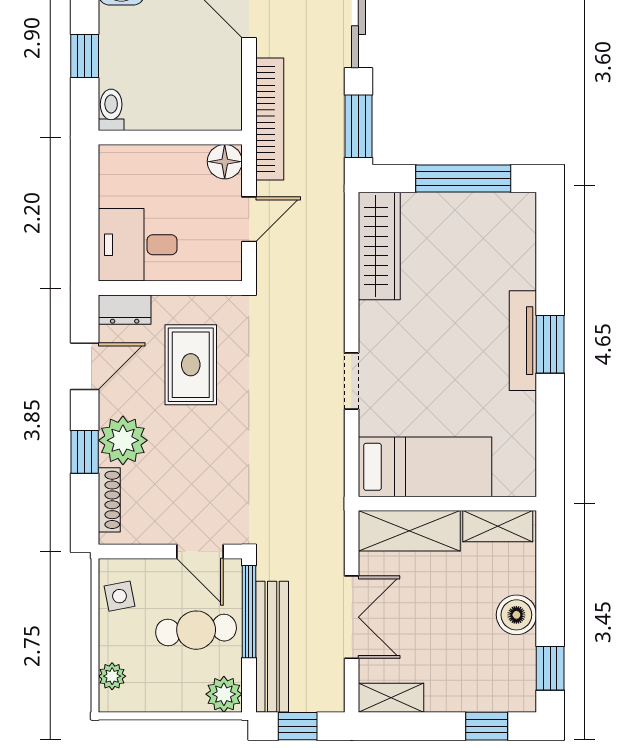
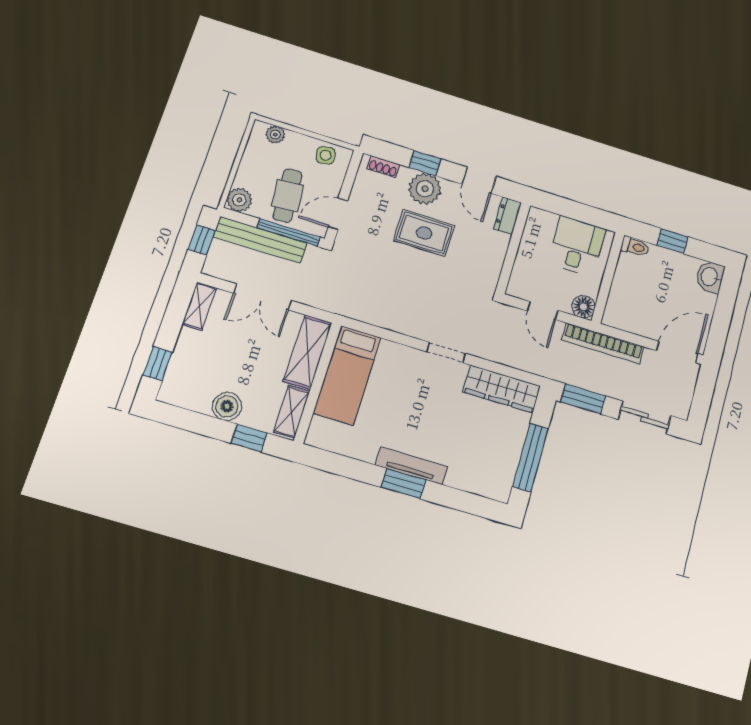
desk: (138, 245) -> (577, 246), moved
rug: (191, 365) -> (424, 233), moved
doorway: (352, 381) -> (446, 353), moved
shoe rack: (109, 500) -> (383, 167), width x0.70
window: (550, 668) -> (249, 438), moved

